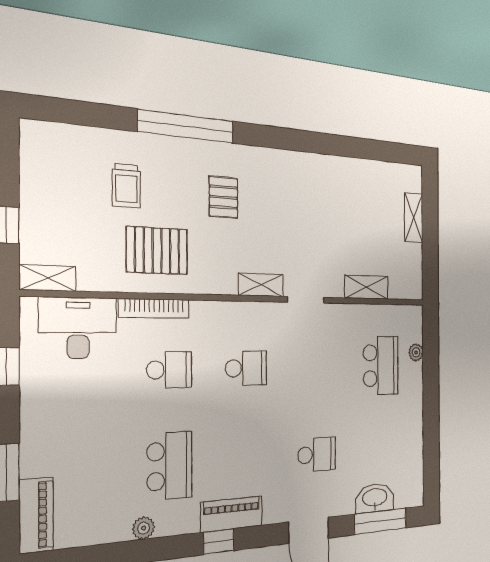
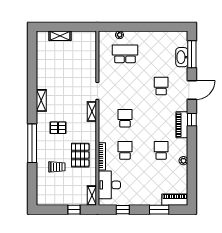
shelving: (366, 287) -> (41, 100), moved
school desk: (170, 466) -> (161, 150), width x0.54
window: (219, 541) -> (192, 120), moved

